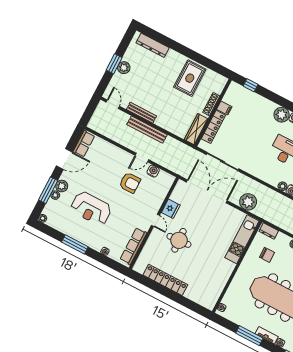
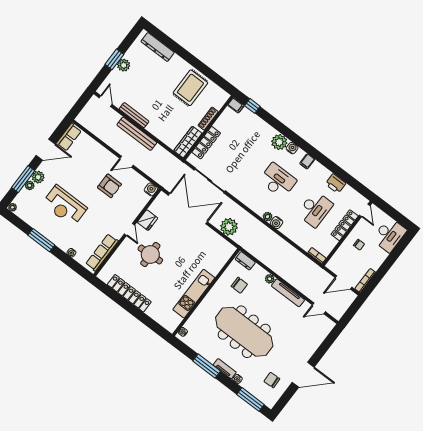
filing cabinet: (224, 108) -> (236, 105), moved
water cooler: (153, 171) -> (151, 189), moved
kitchen unit: (242, 239) -> (194, 294), moved

